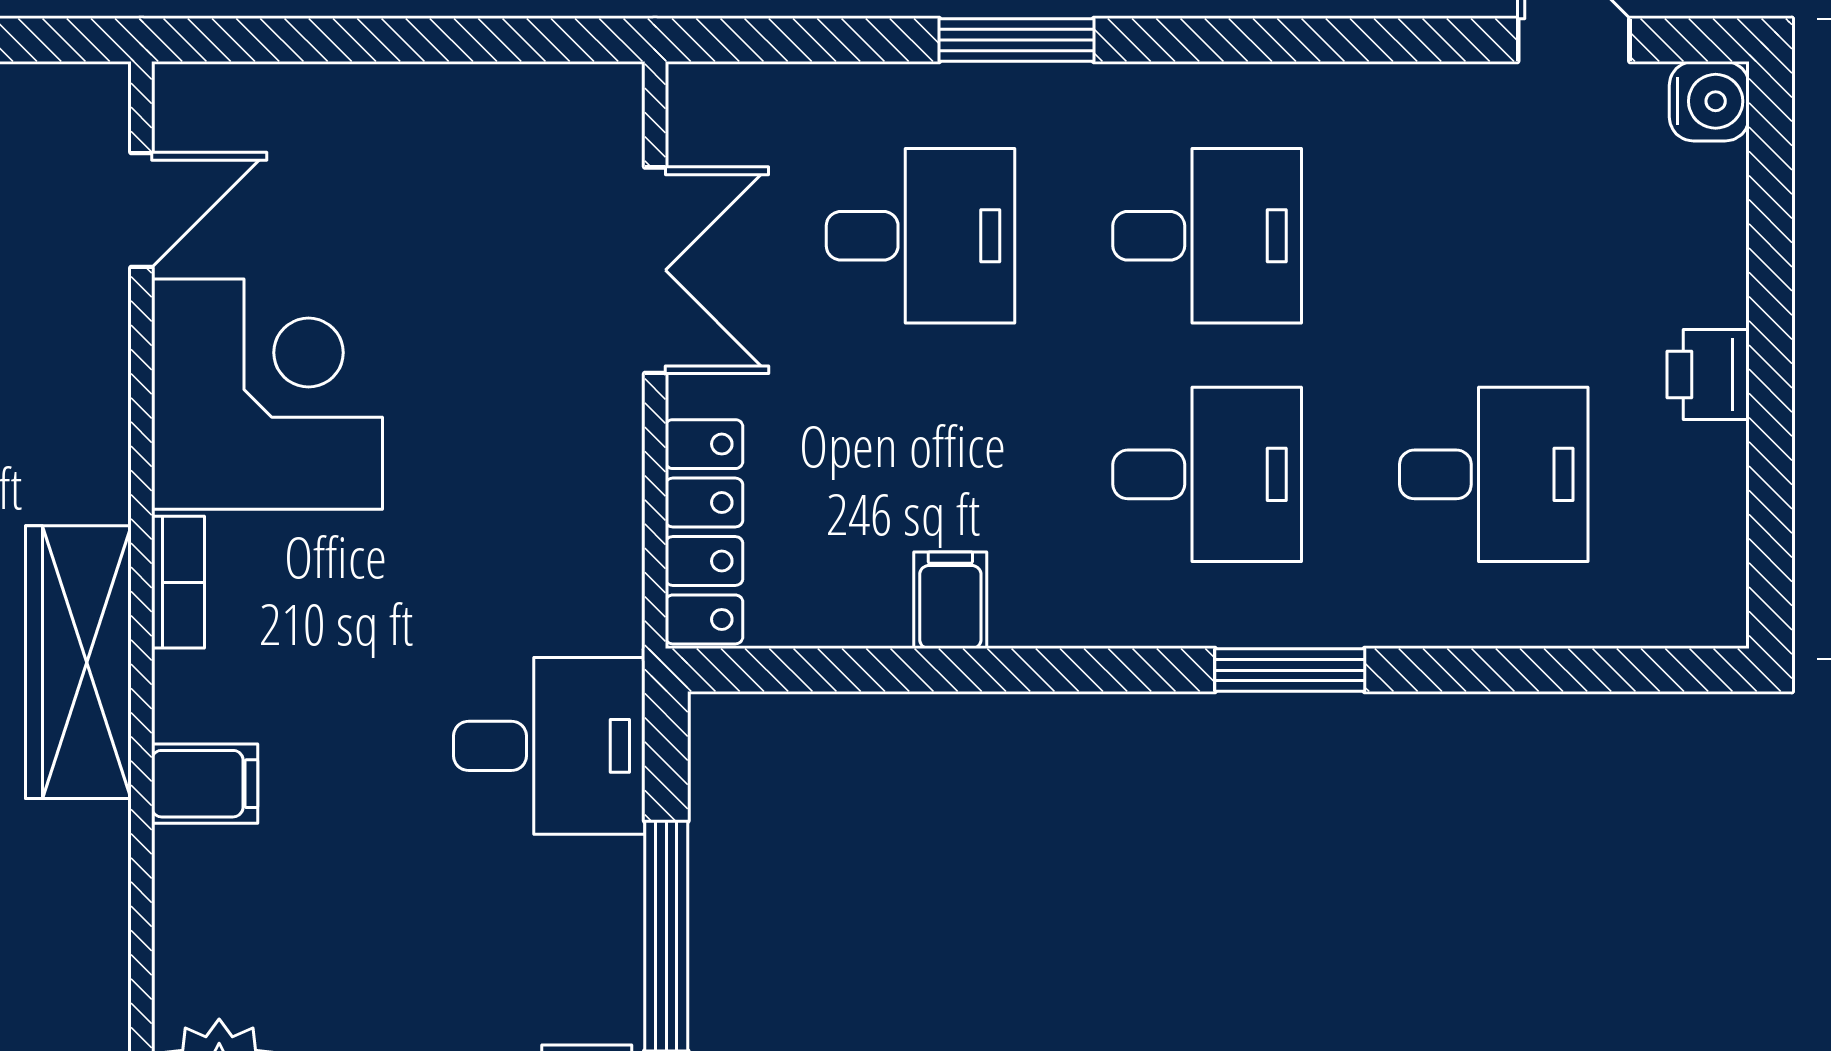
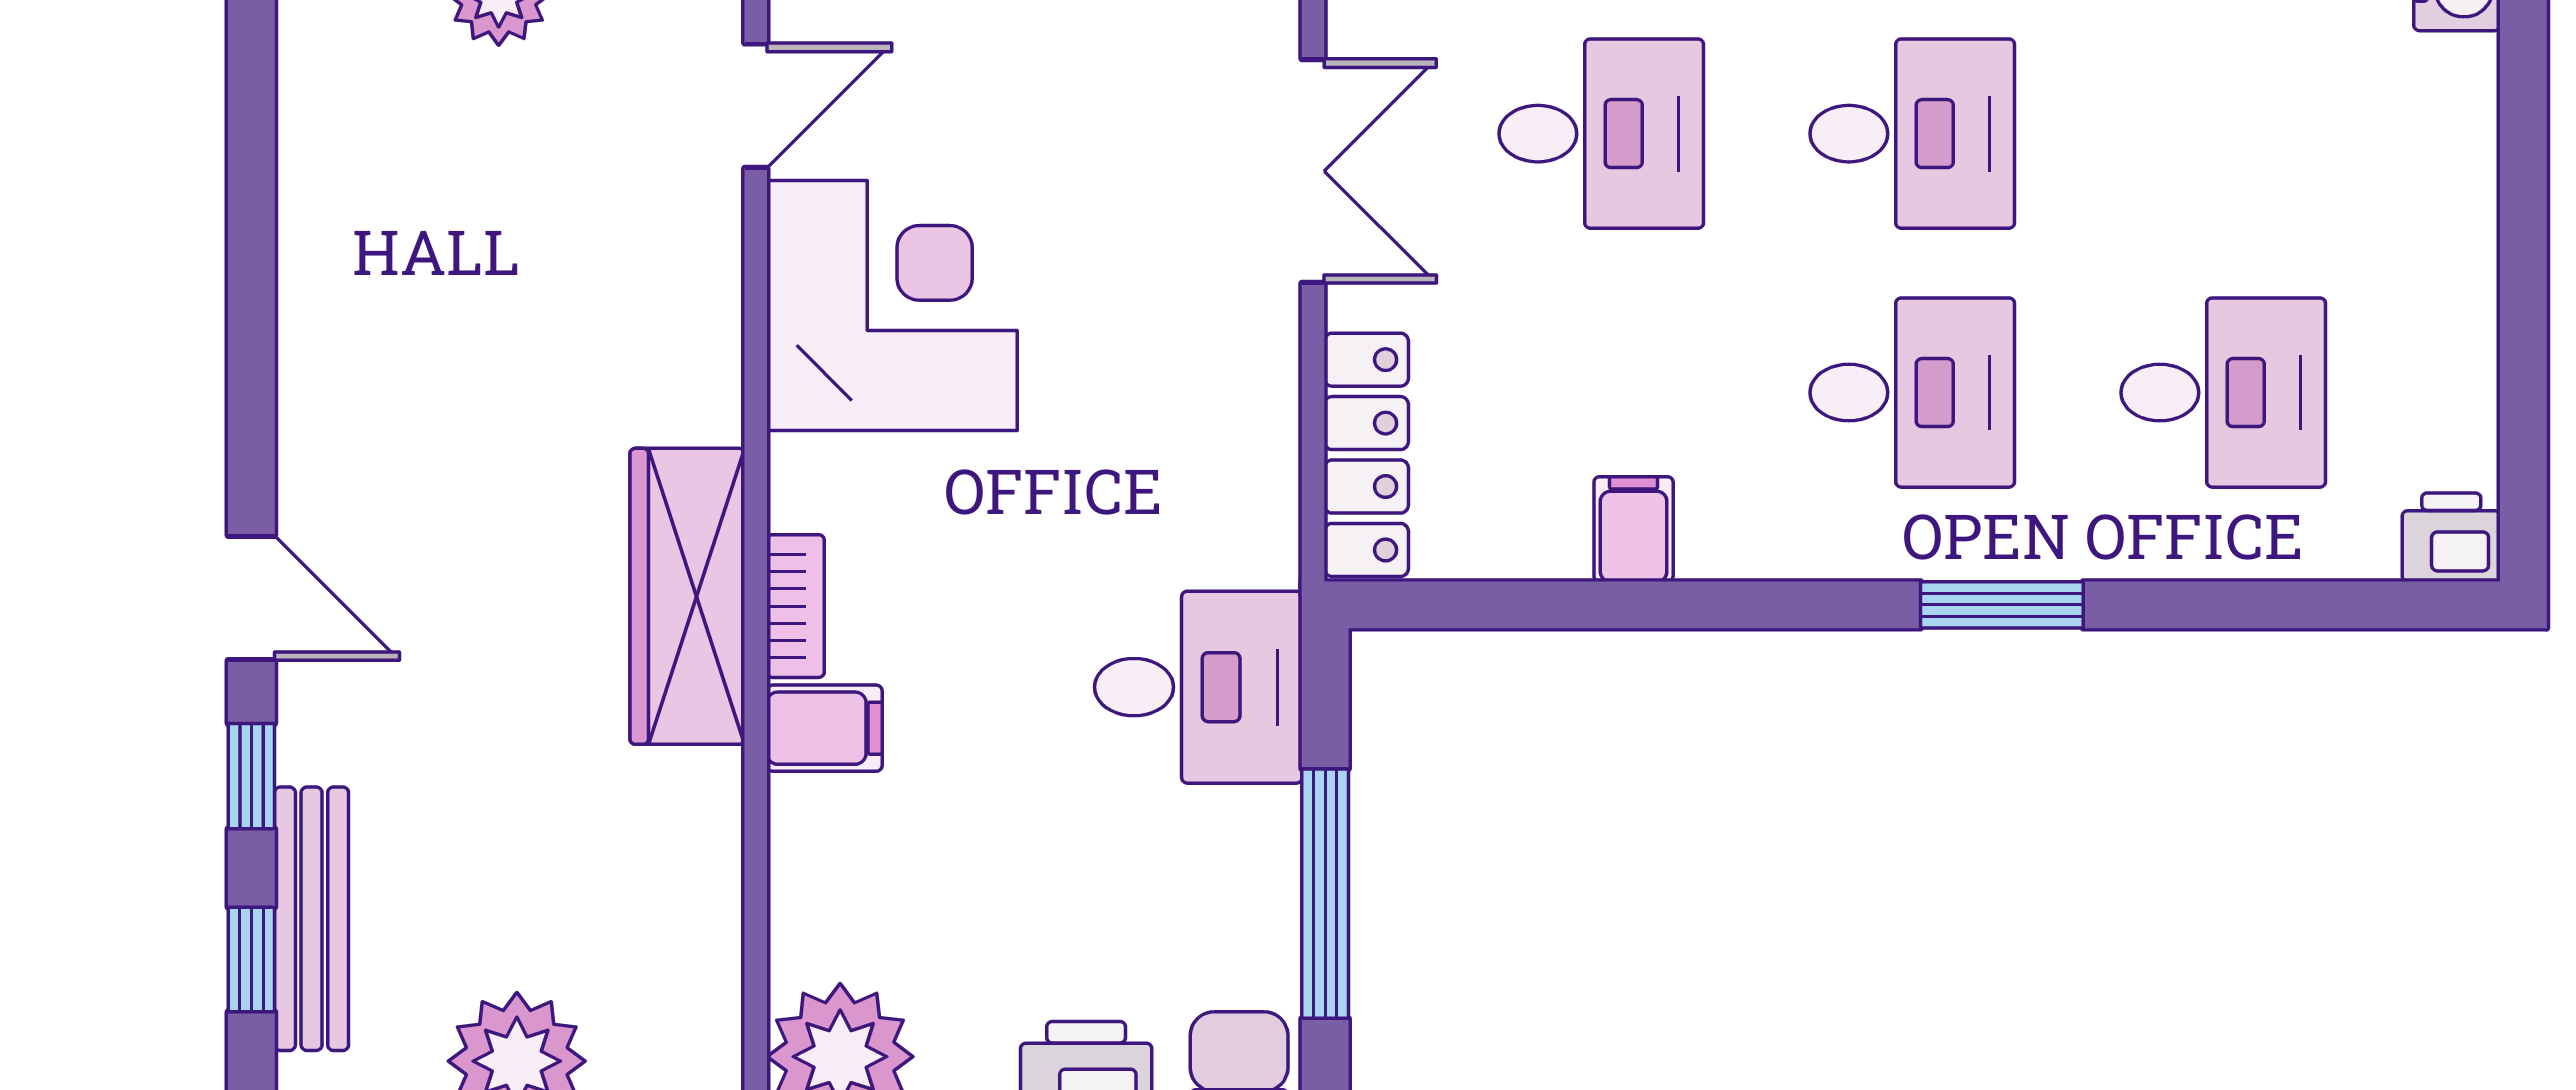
printer: (1708, 374) -> (2451, 537), moved, turned 90
bookcase: (178, 582) -> (796, 606), moved

